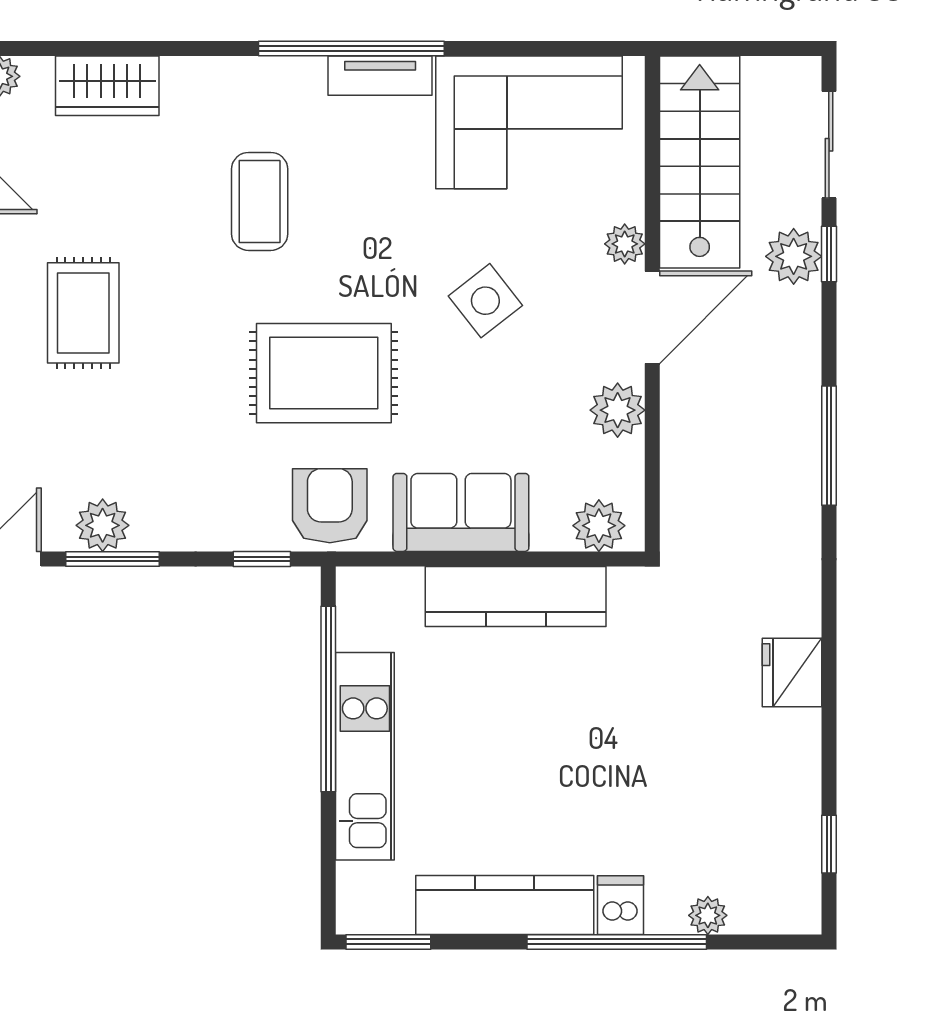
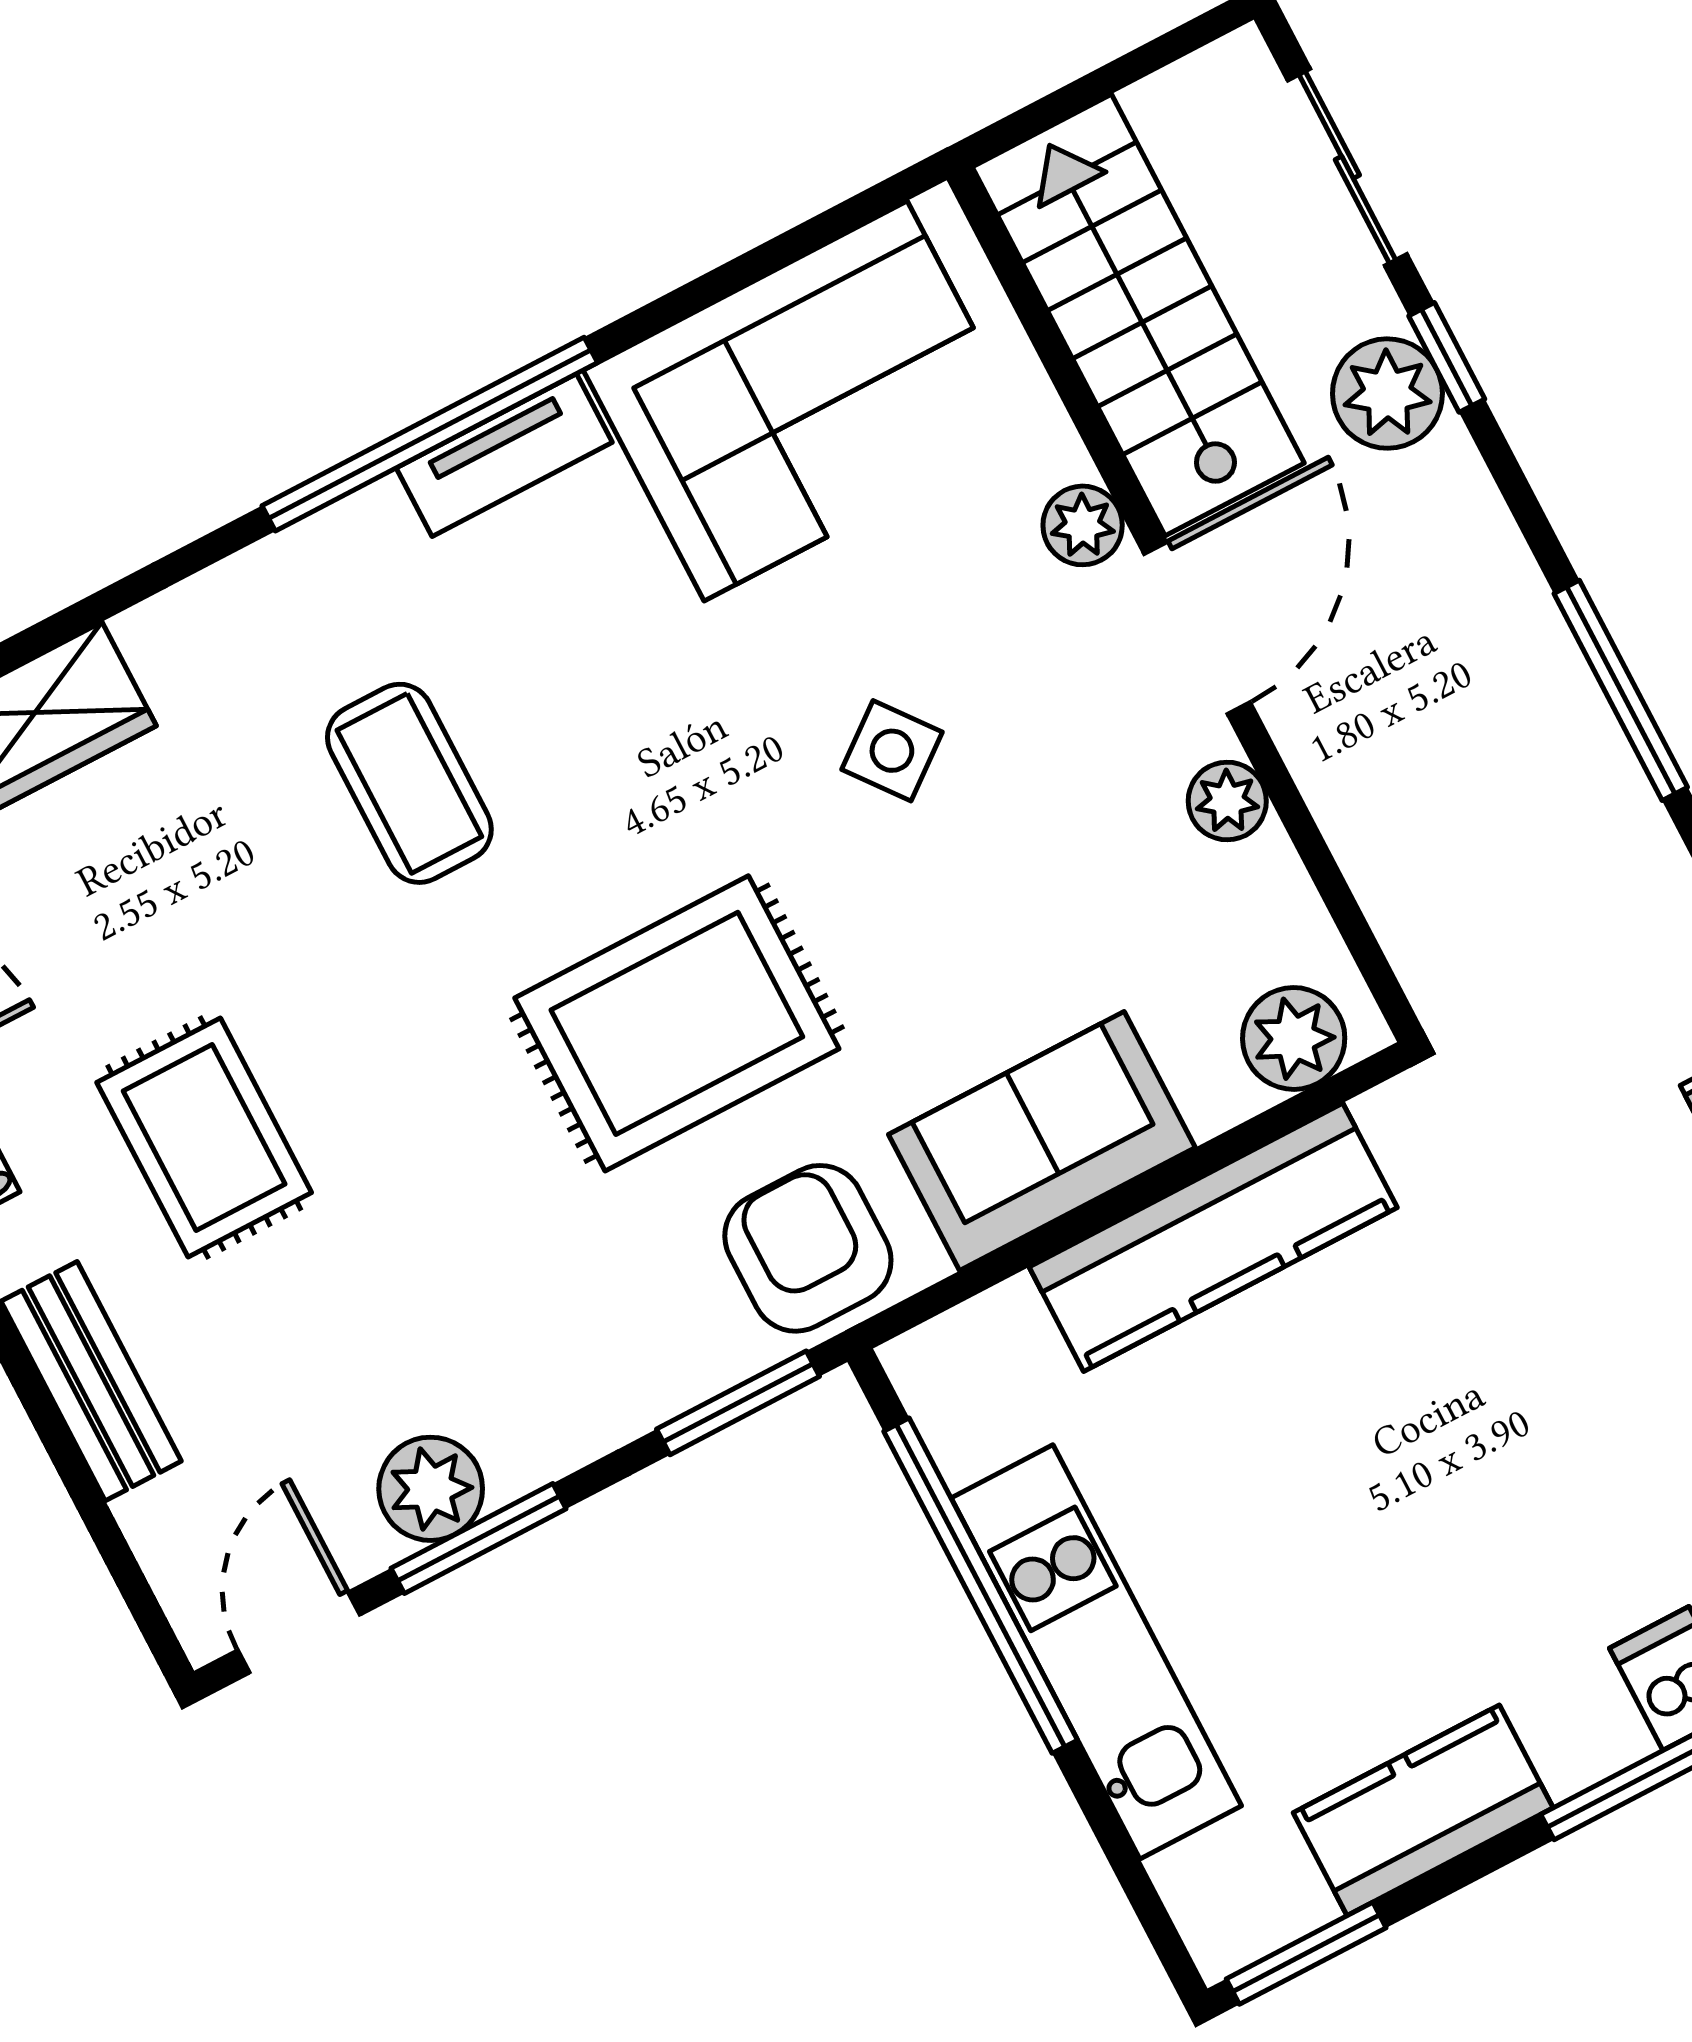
side table: (485, 301) -> (892, 751), width x0.73, depth x0.73
plant: (618, 410) -> (1227, 801), width x0.73, depth x0.73
window: (262, 559) -> (738, 1403), width x1.50
kitchen counter: (505, 905) -> (1423, 1810), width x0.67

